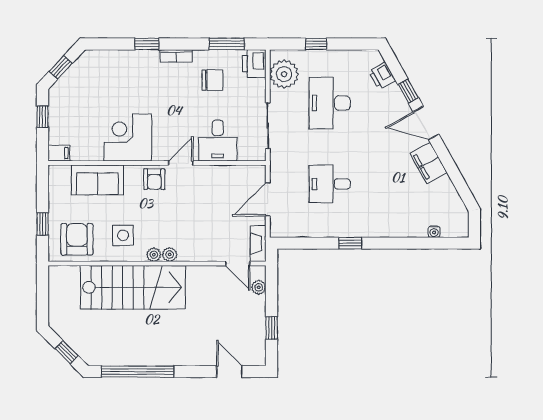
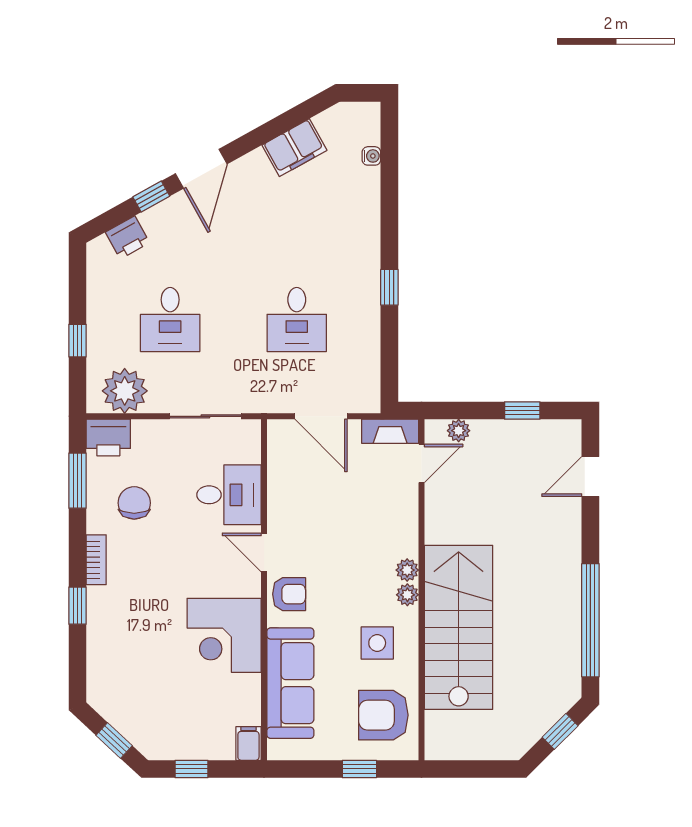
desk: (330, 103) -> (170, 320), width x0.73
filing cabinet: (428, 163) -> (294, 148), moved
sofa: (97, 180) -> (290, 683), width x1.36

